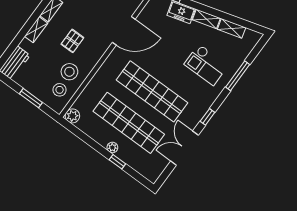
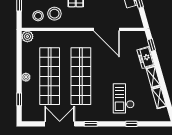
window: (238, 76) -> (131, 124), width x0.46
window: (117, 162) -> (19, 99), moved

